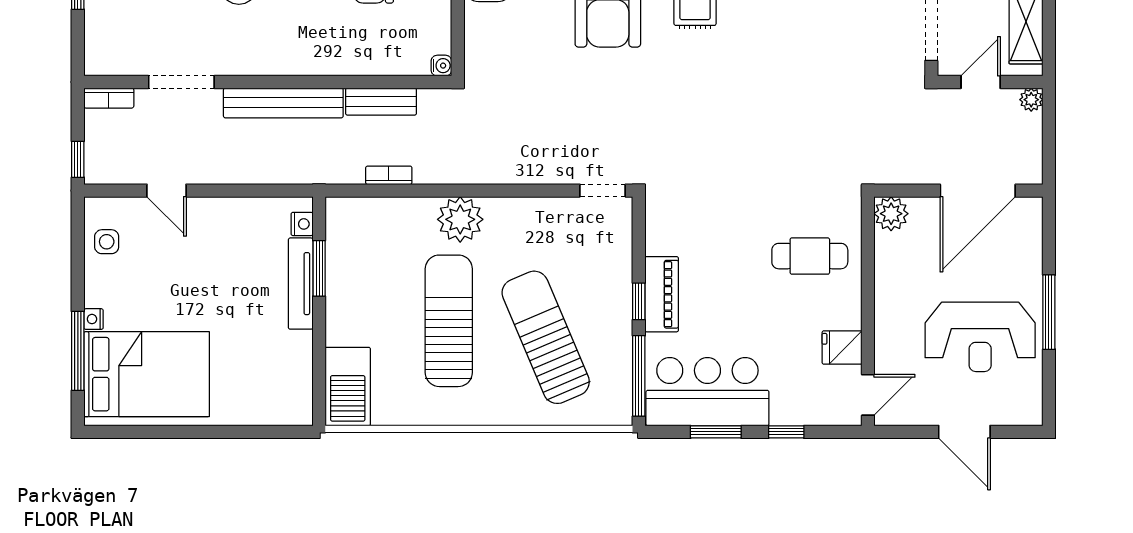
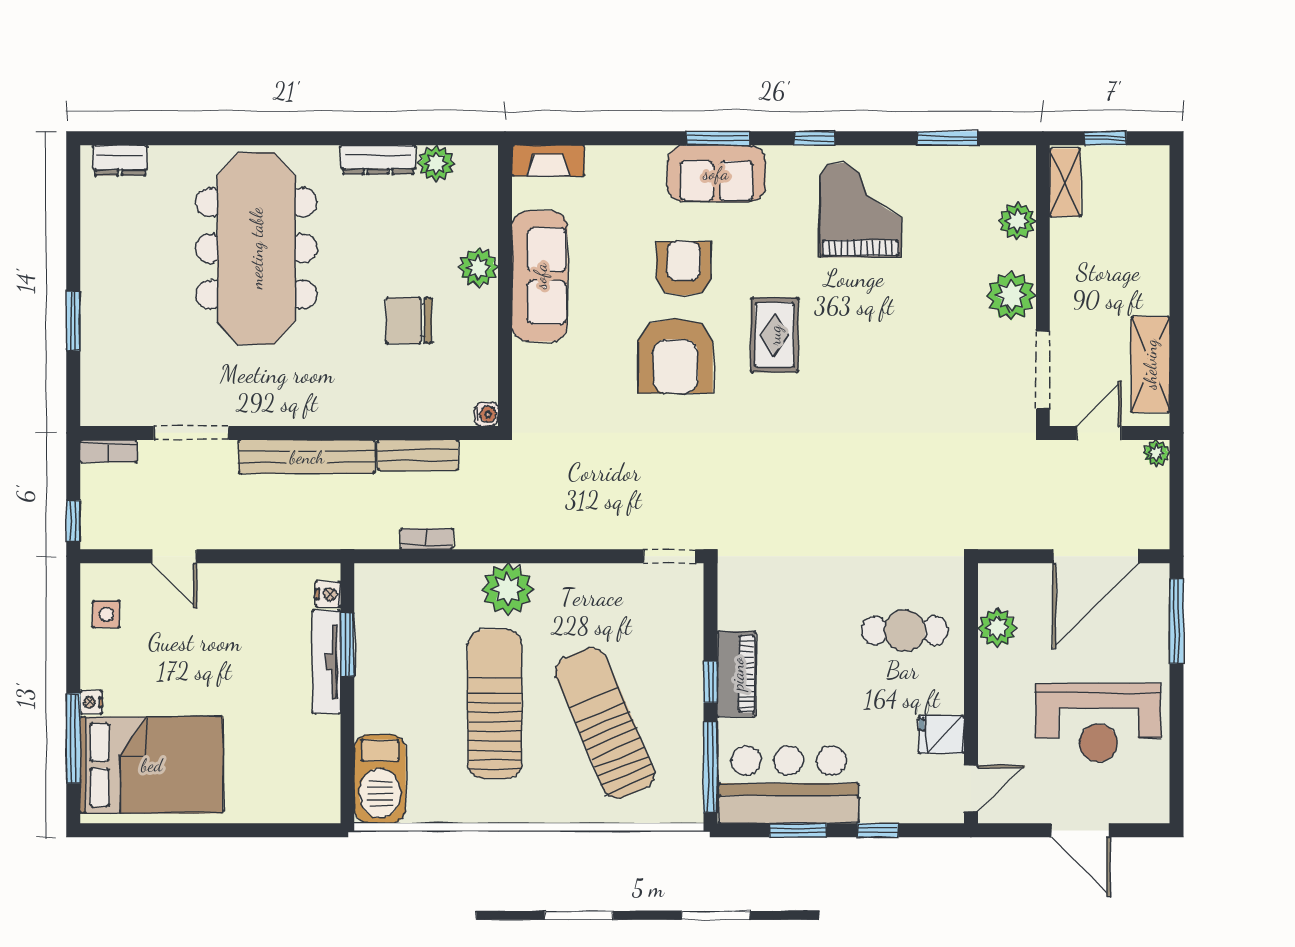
plant: (891, 214) -> (997, 628), moved
window: (1049, 312) -> (1177, 621), moved

